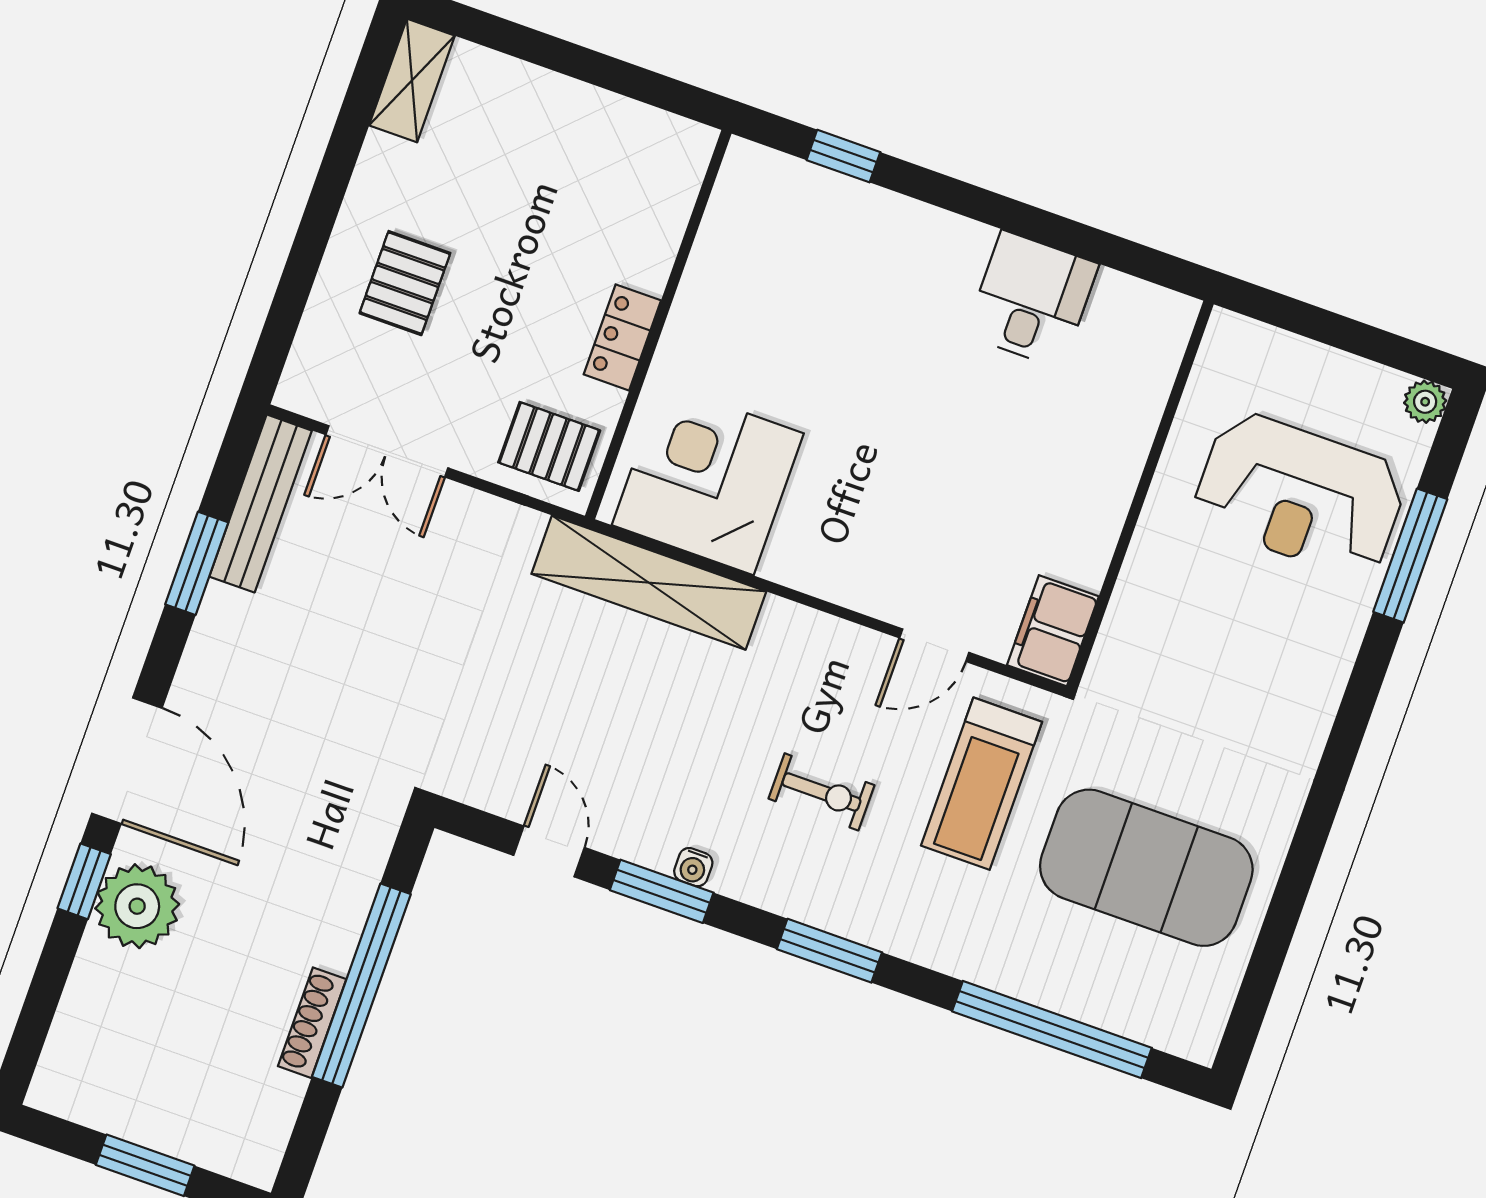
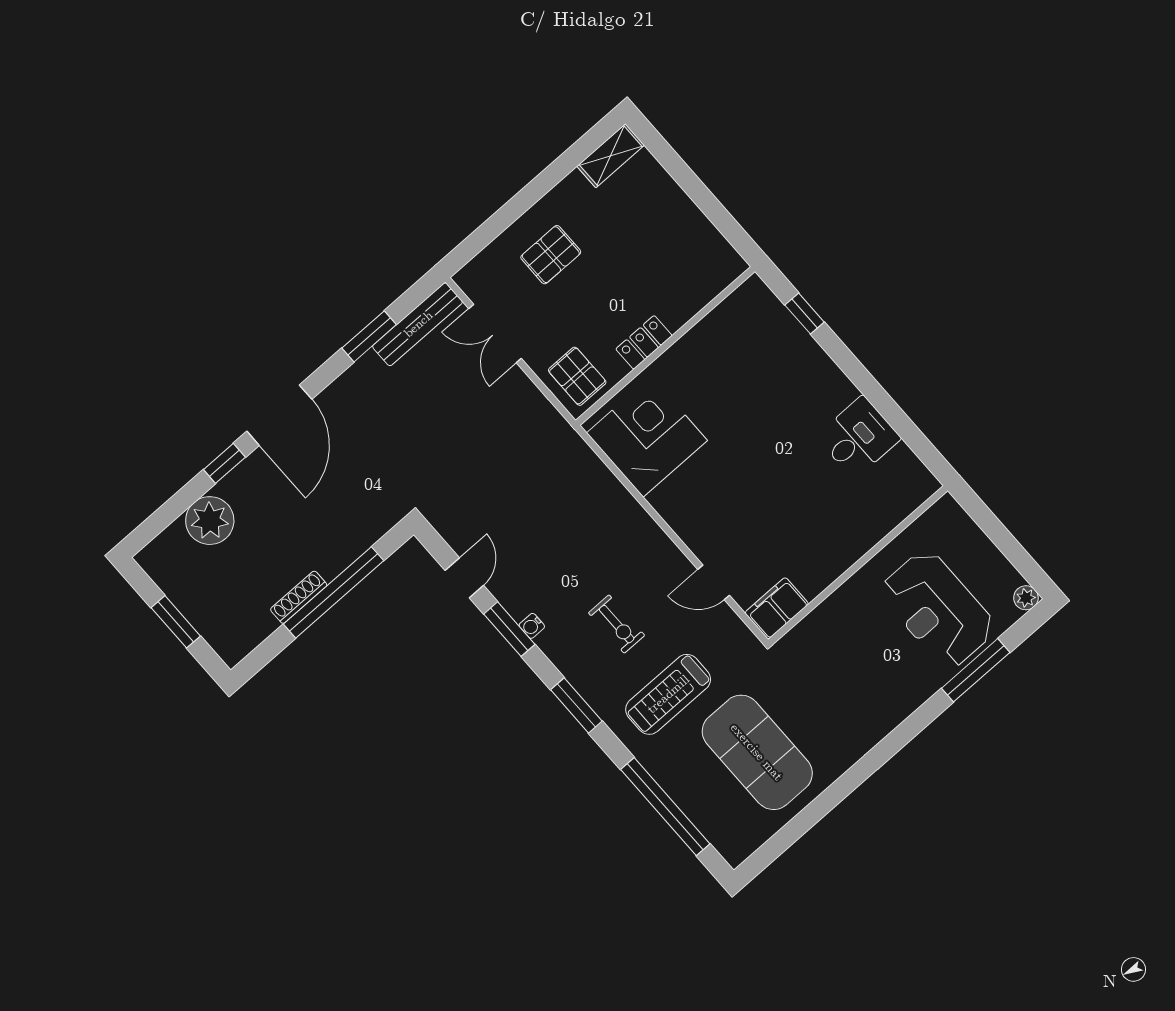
shelving: (649, 583) -> (589, 472), removed
treadmill: (982, 784) -> (668, 694), moved
plant: (137, 906) -> (210, 521), moved

